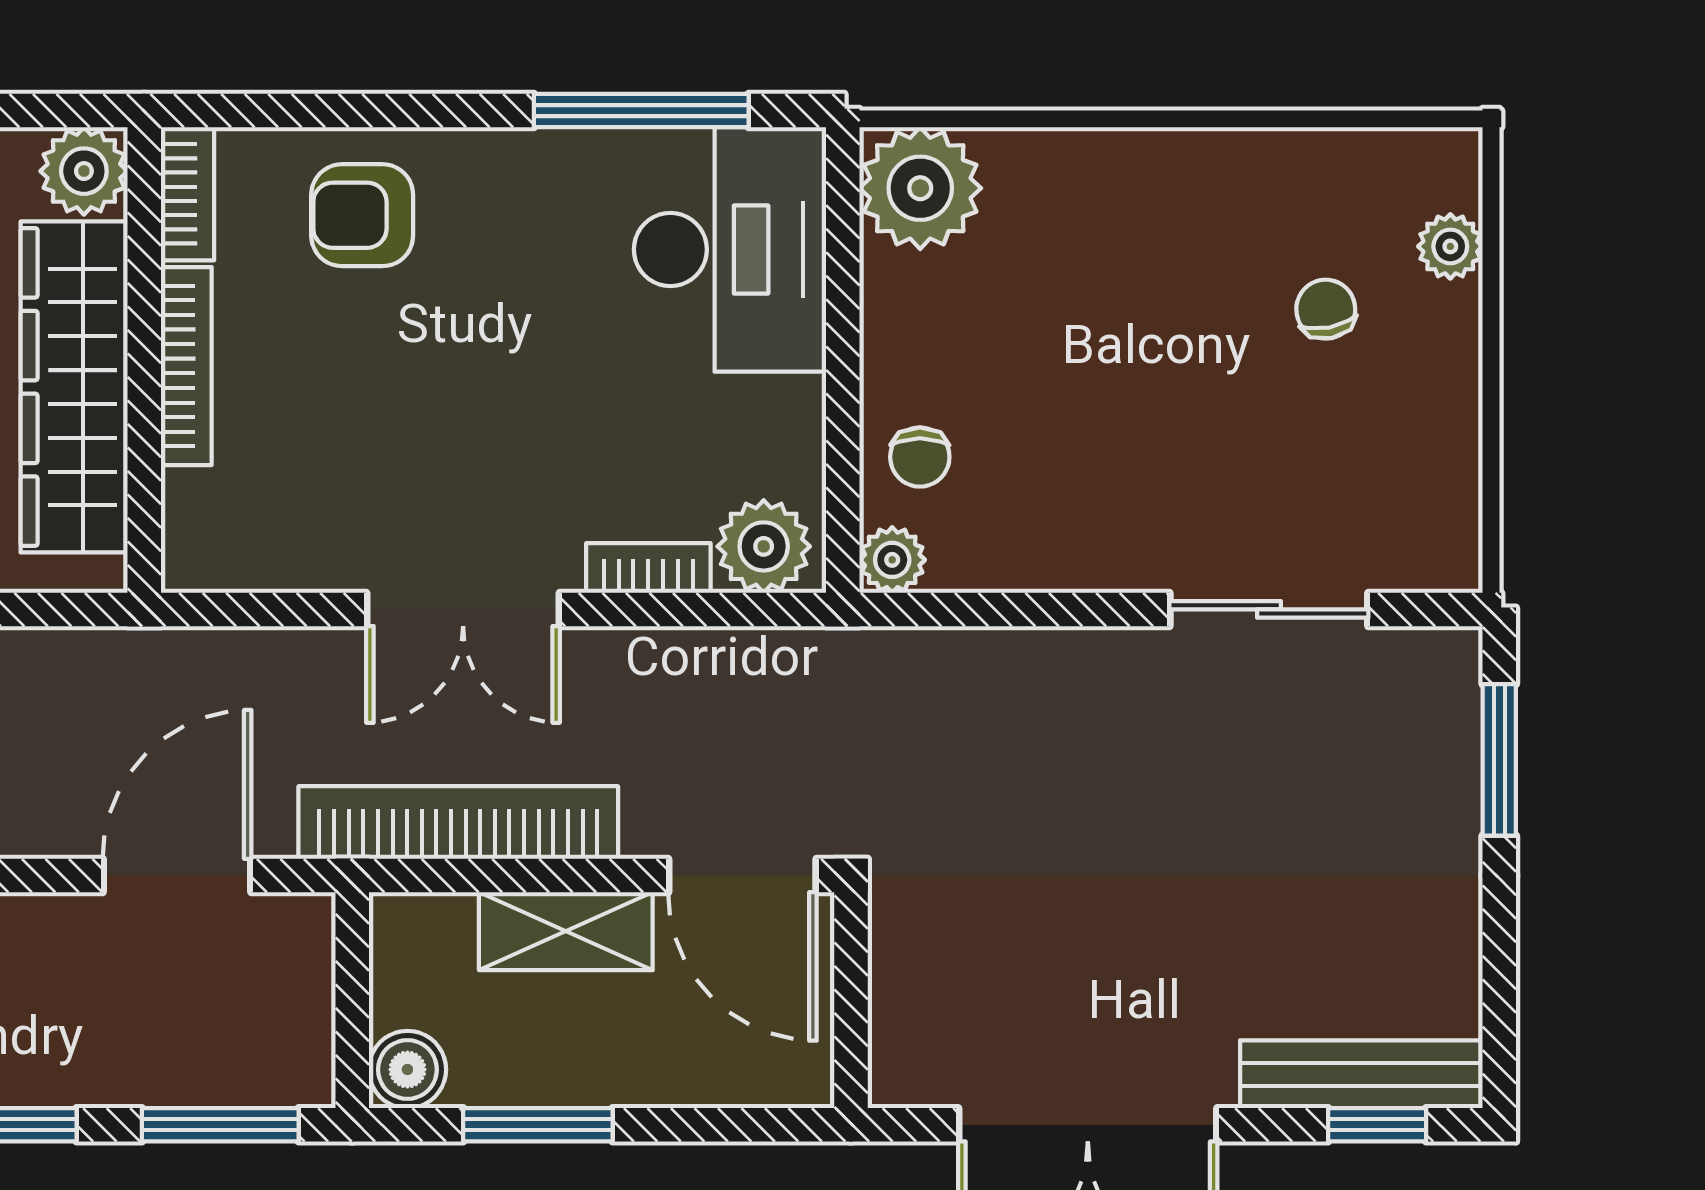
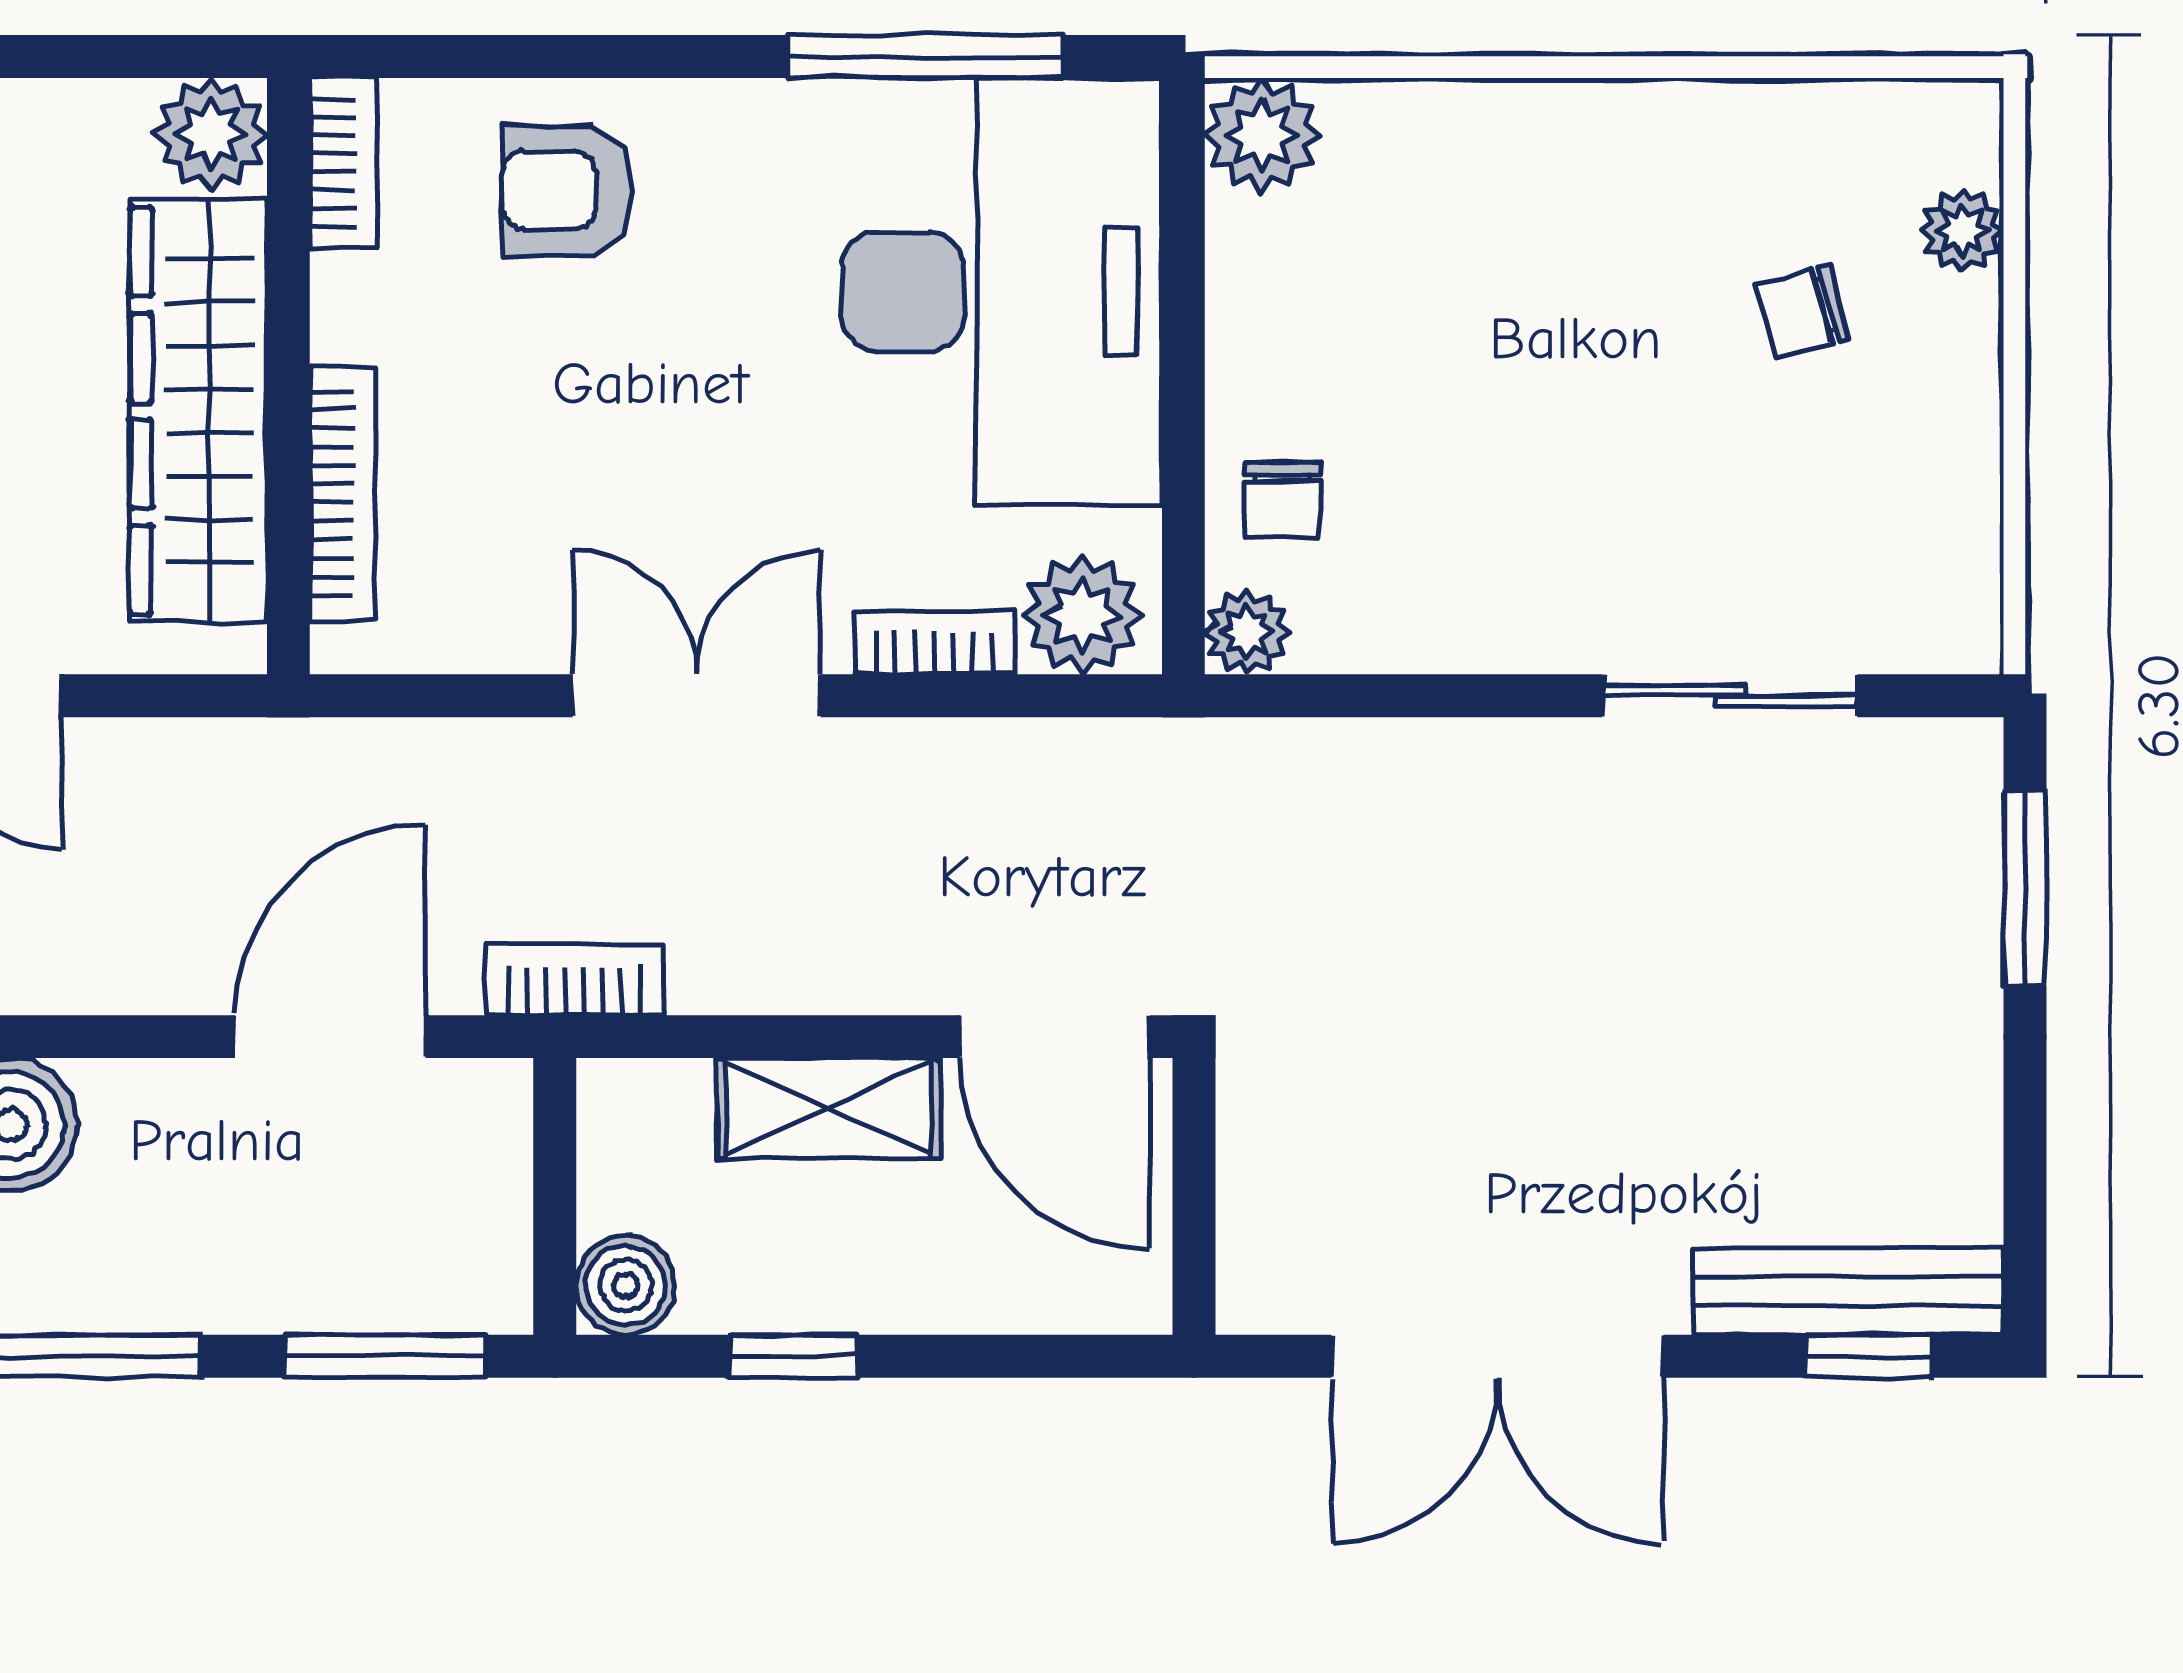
plant: (920, 188) -> (1262, 135), width x0.73, depth x0.73
desk: (730, 249) -> (1002, 292), width x1.36, depth x1.30
chair: (1326, 309) -> (1803, 311), turned -94
bookcase: (186, 366) -> (342, 493), moved
double door: (463, 609) -> (697, 696), swing flipped
bookcase: (458, 822) -> (575, 980), width x0.43, depth x0.76
window: (538, 1125) -> (793, 1356), width x0.67

